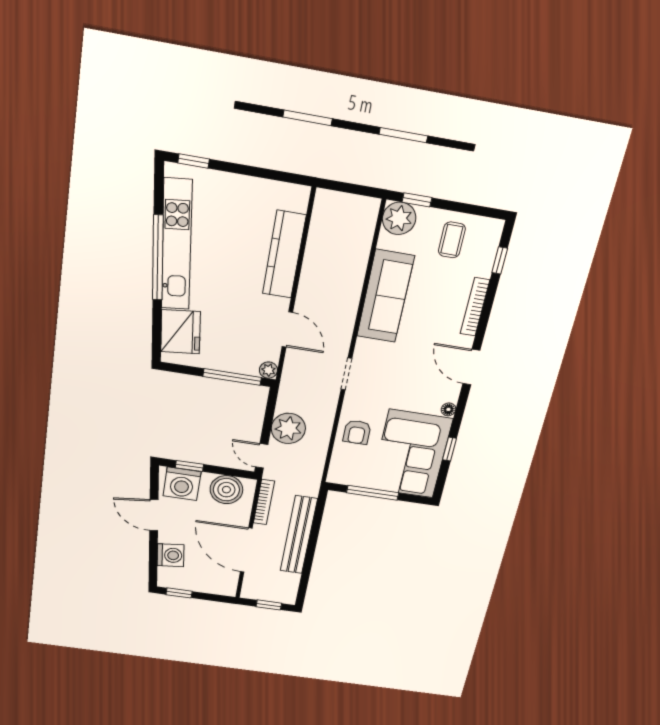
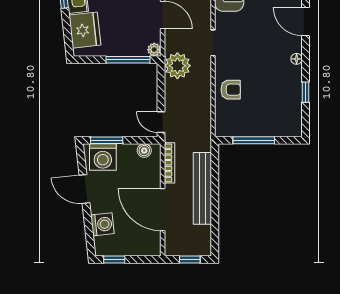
plant: (288, 428) -> (177, 66), moved
armchair: (357, 432) -> (231, 90), turned -90
corner sofa: (411, 454) -> (277, 101), removed
window: (189, 466) -> (107, 140), width x1.50
boiler: (226, 490) -> (144, 151), width x0.54, depth x0.54

